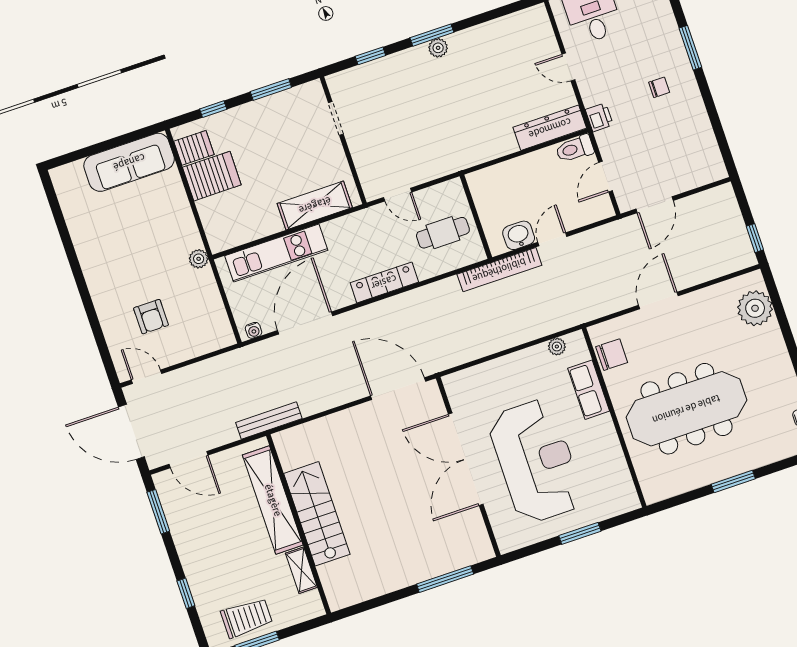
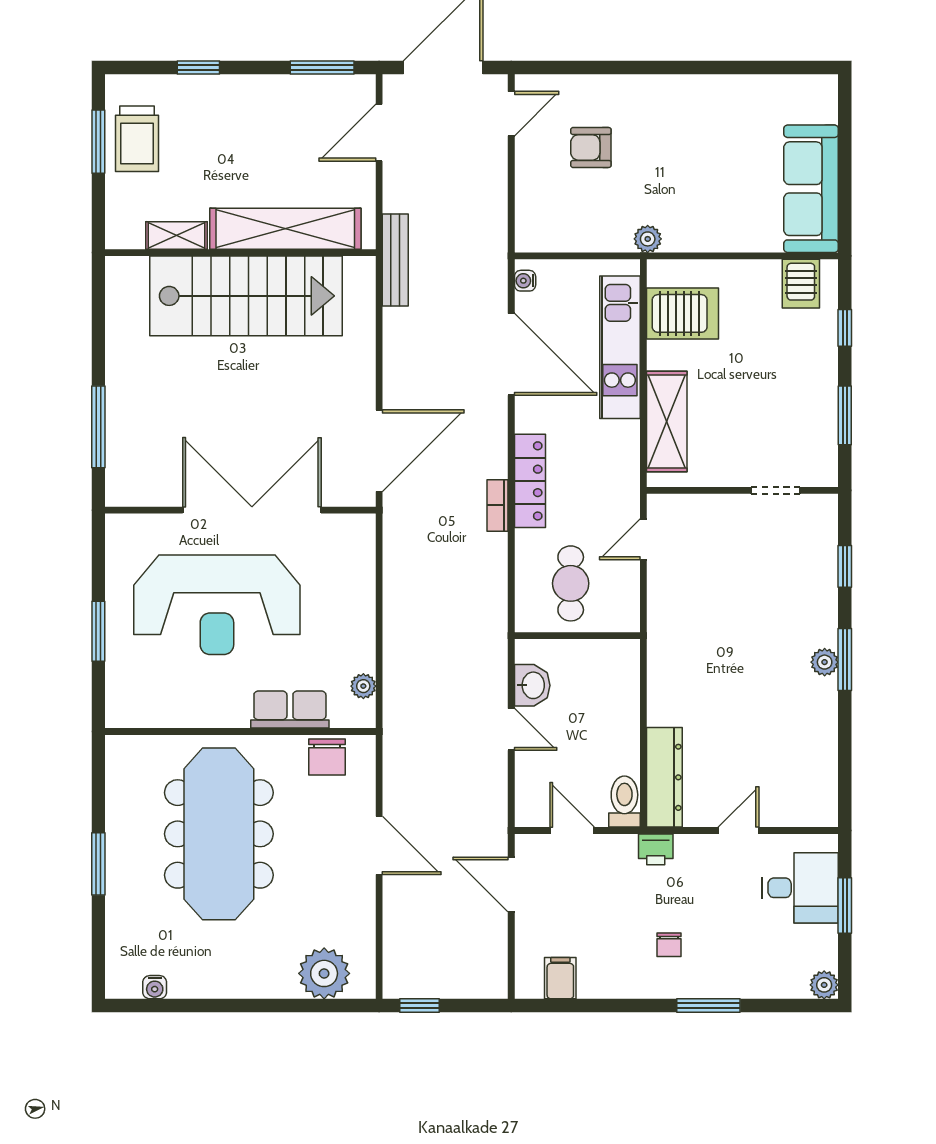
filing cabinet: (705, 151) -> (560, 978), added
server rack: (212, 176) -> (683, 313), moved, turned -90
bookcase: (499, 270) -> (498, 505), moved, width x0.43, depth x0.76
stairs: (317, 514) -> (246, 296), width x1.36, depth x1.51

